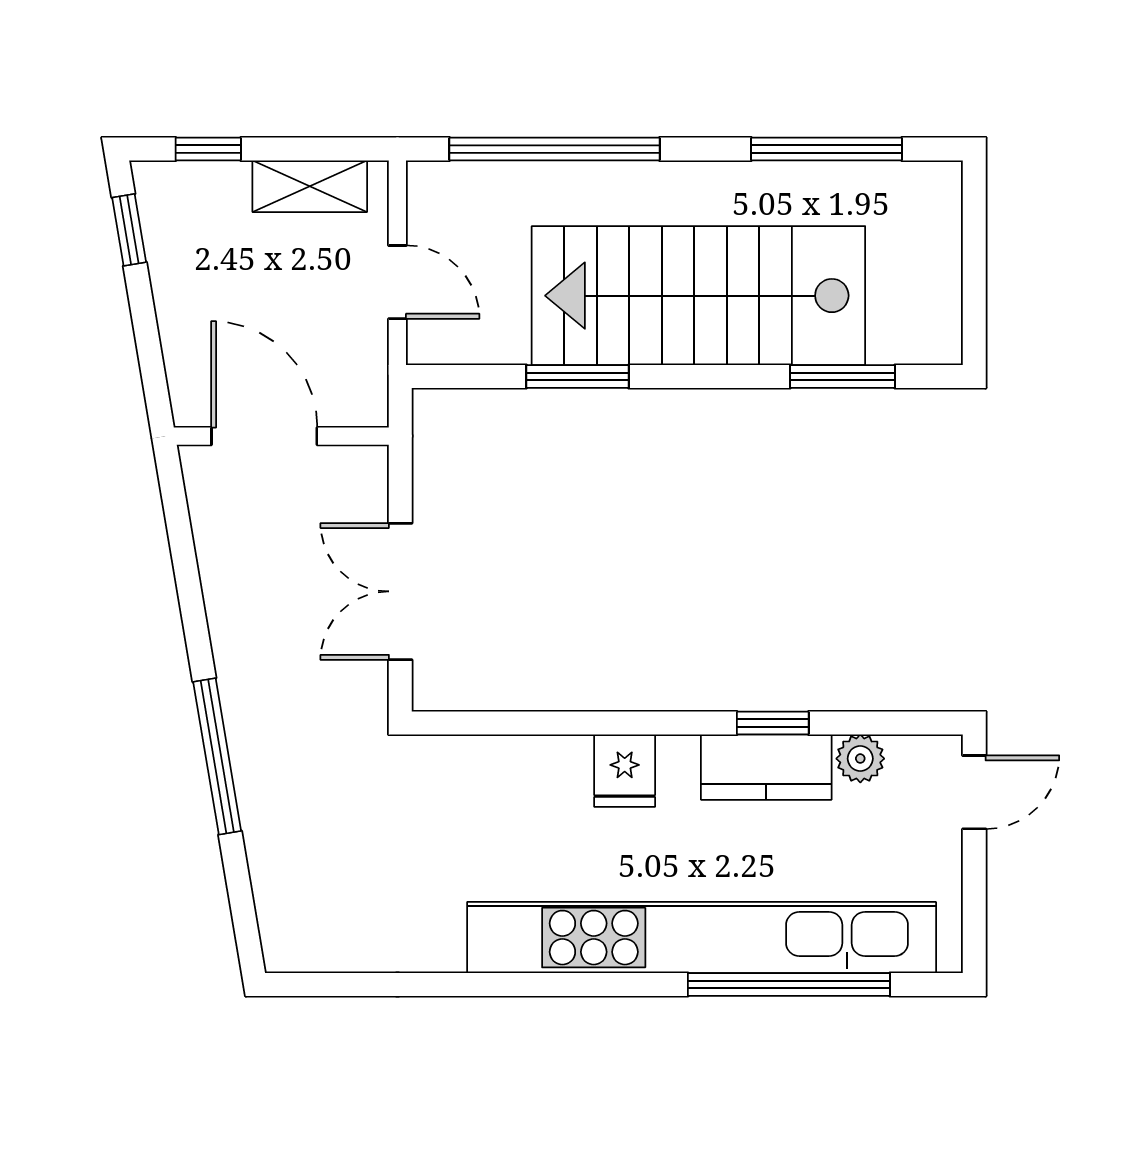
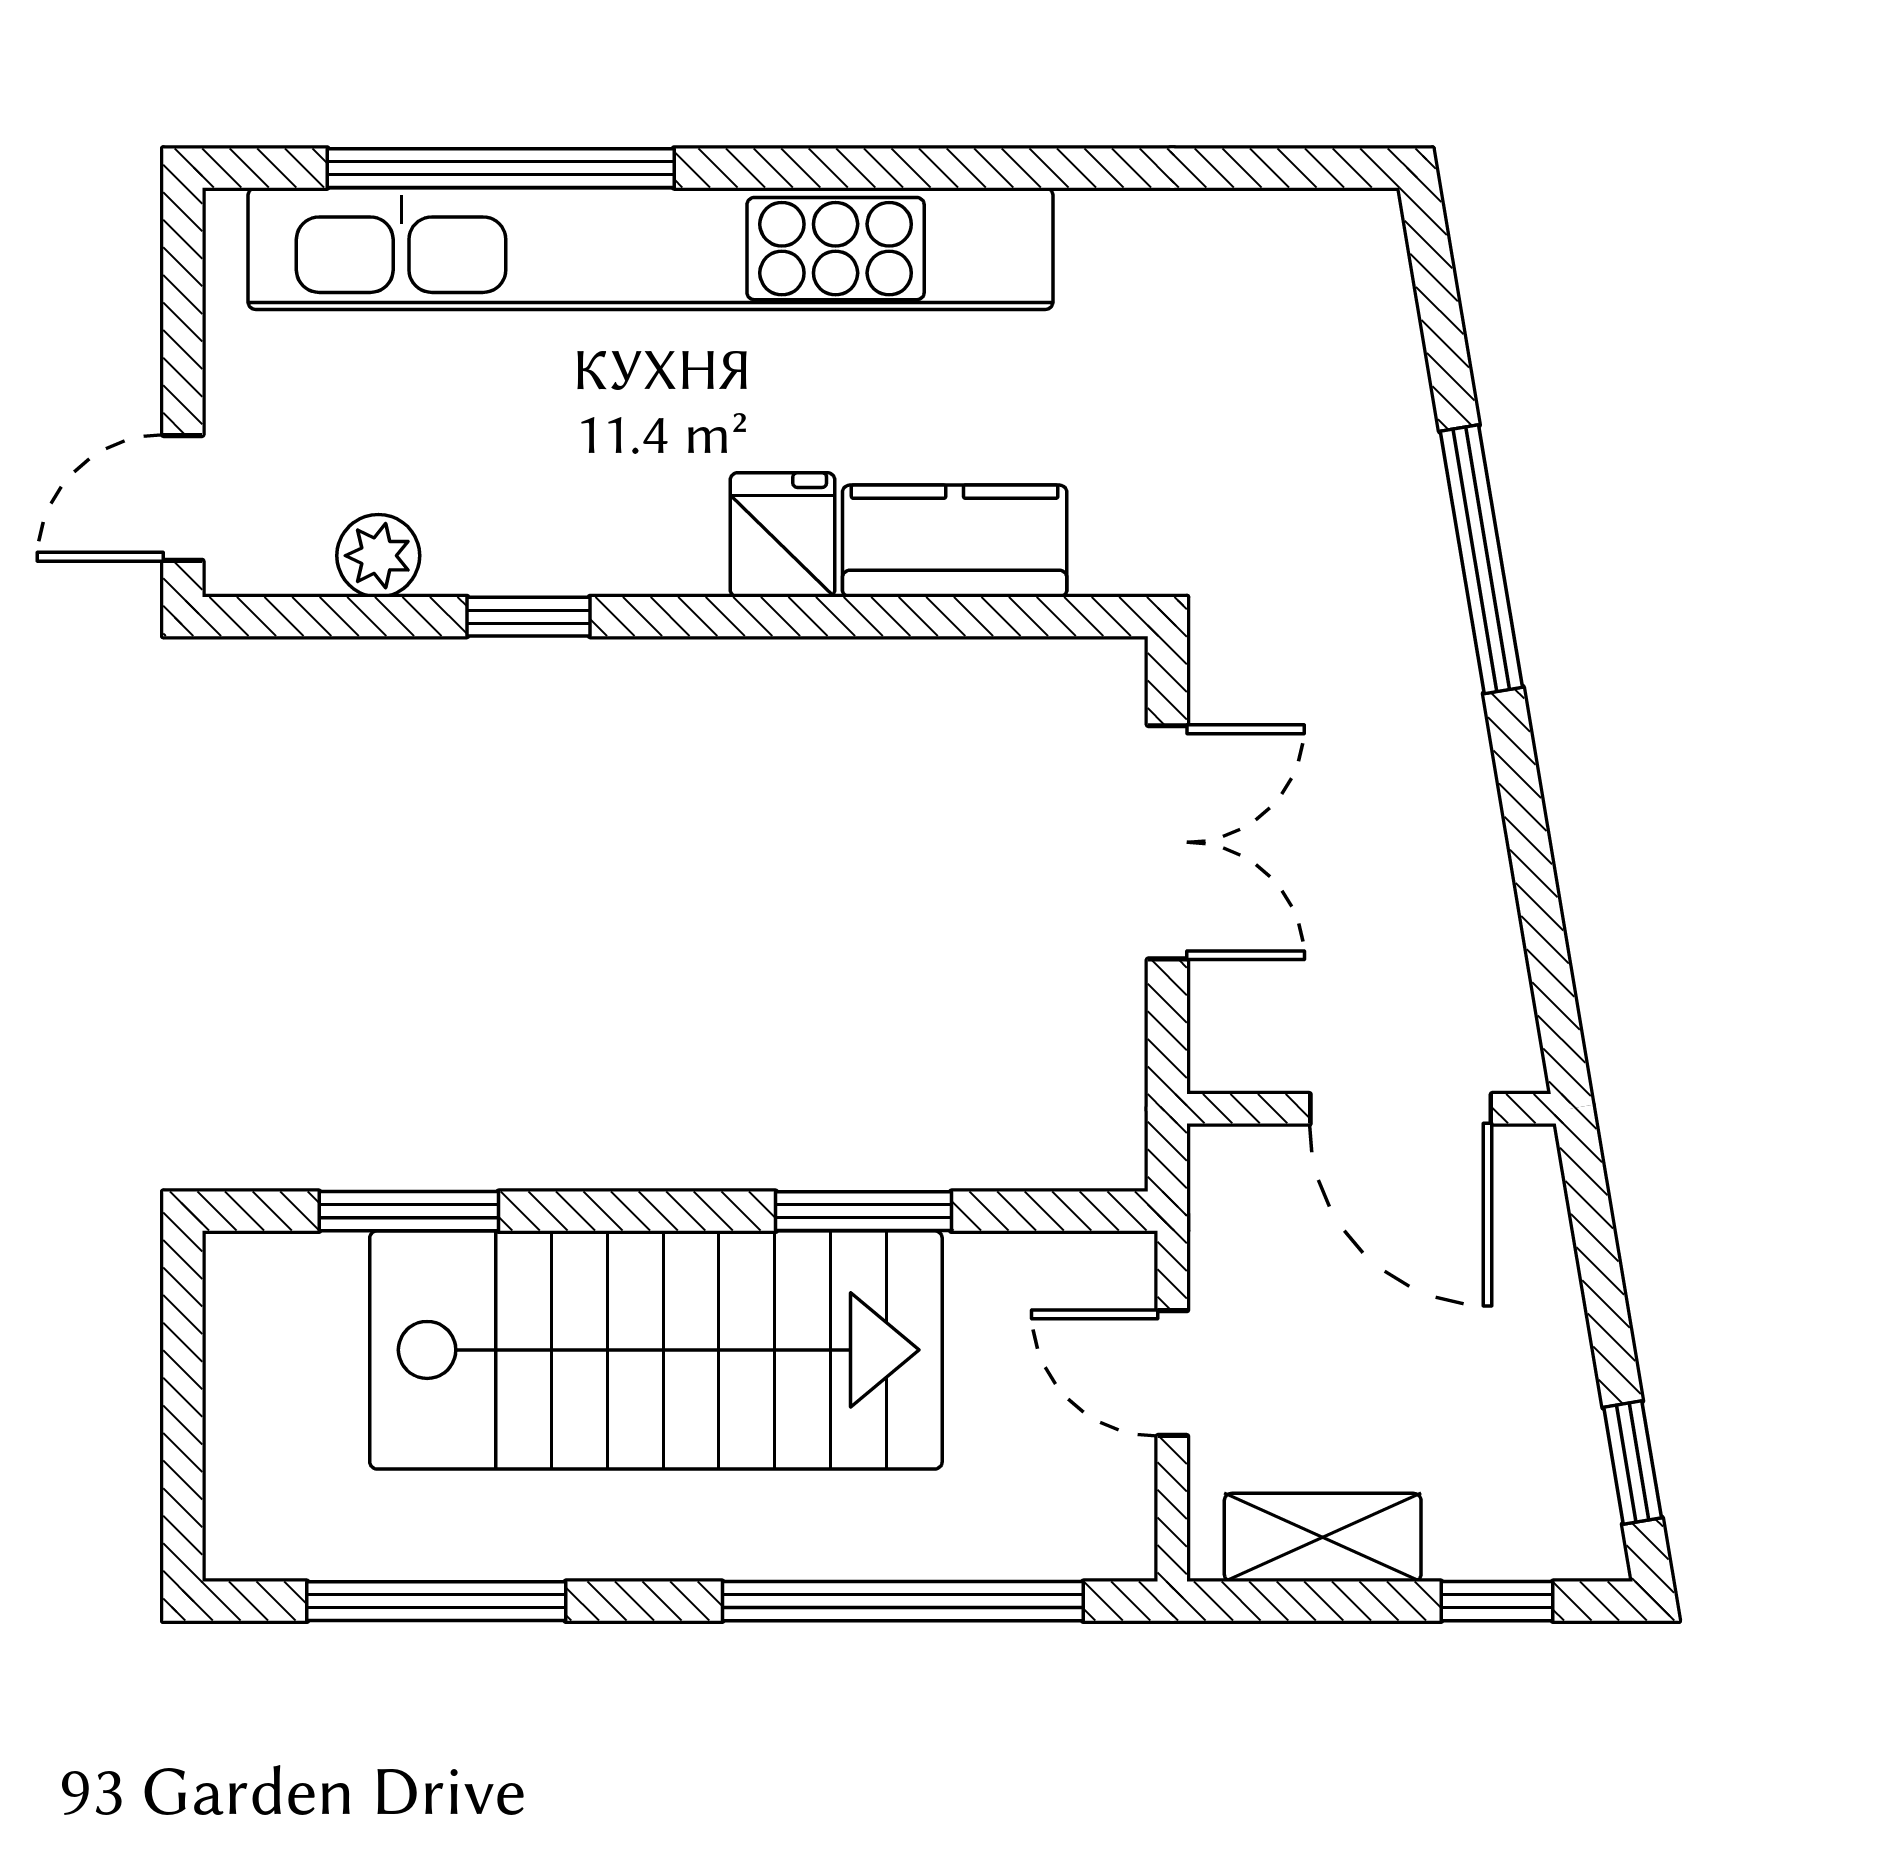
kitchen counter: (766, 767) -> (955, 541), moved

